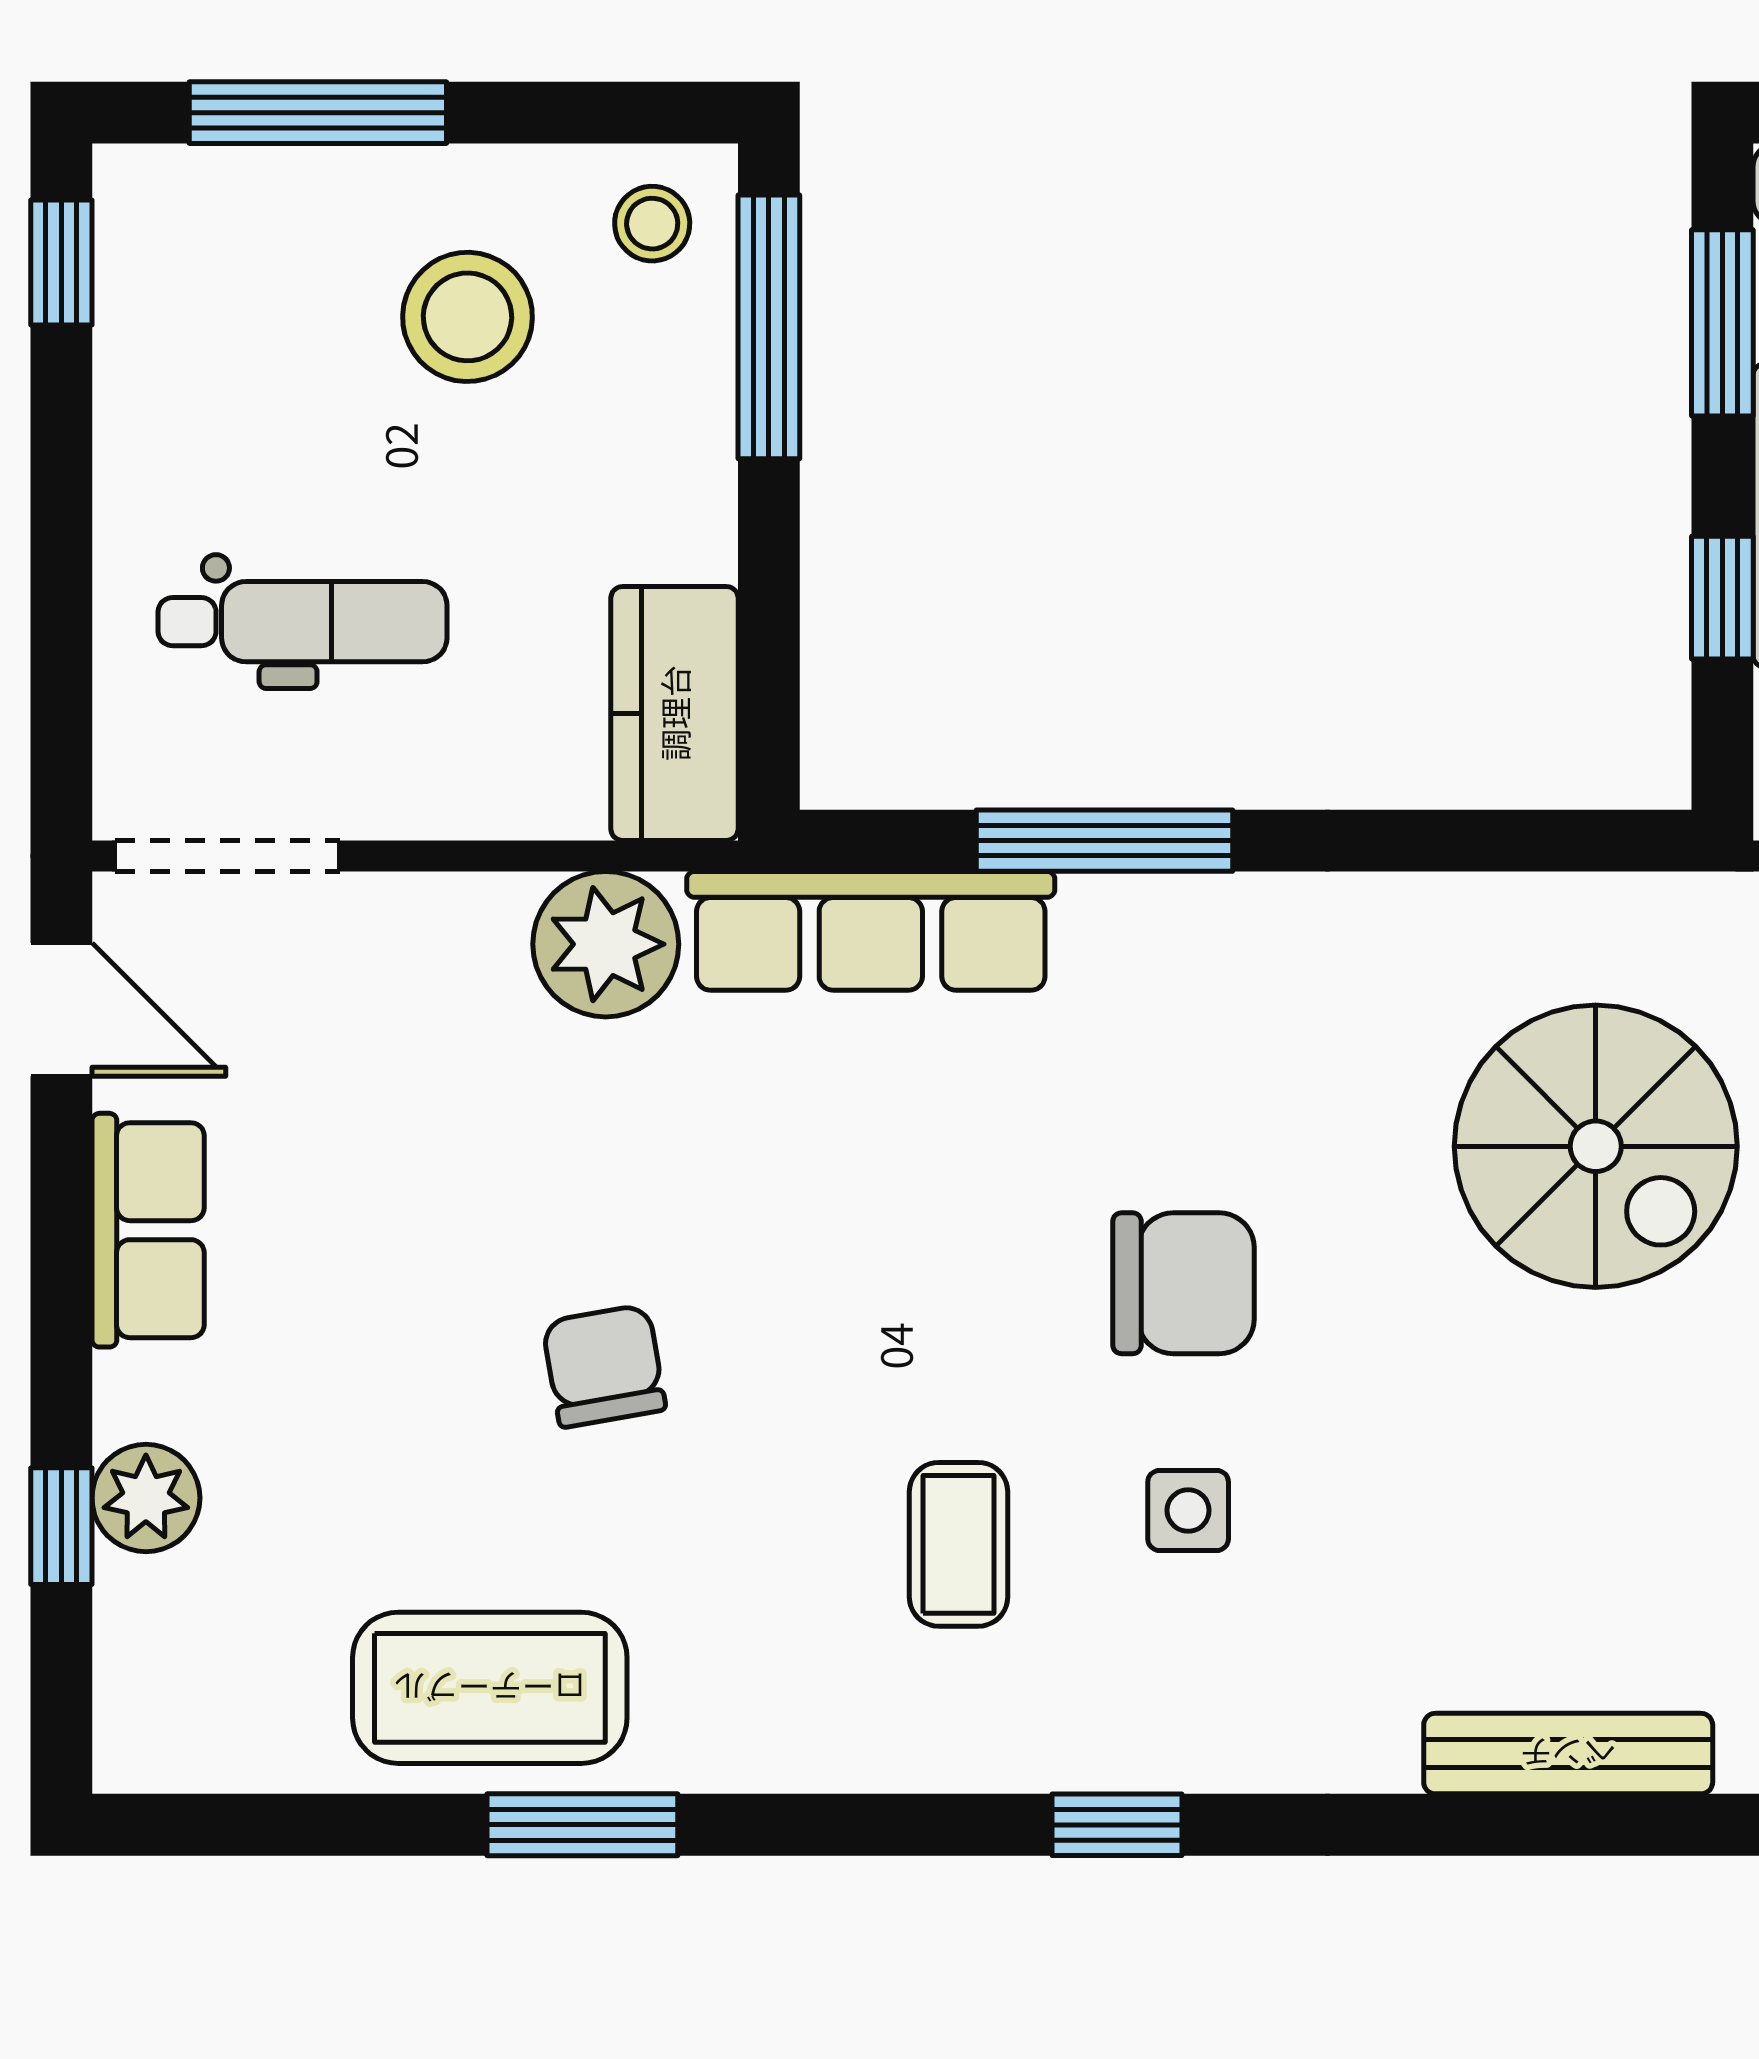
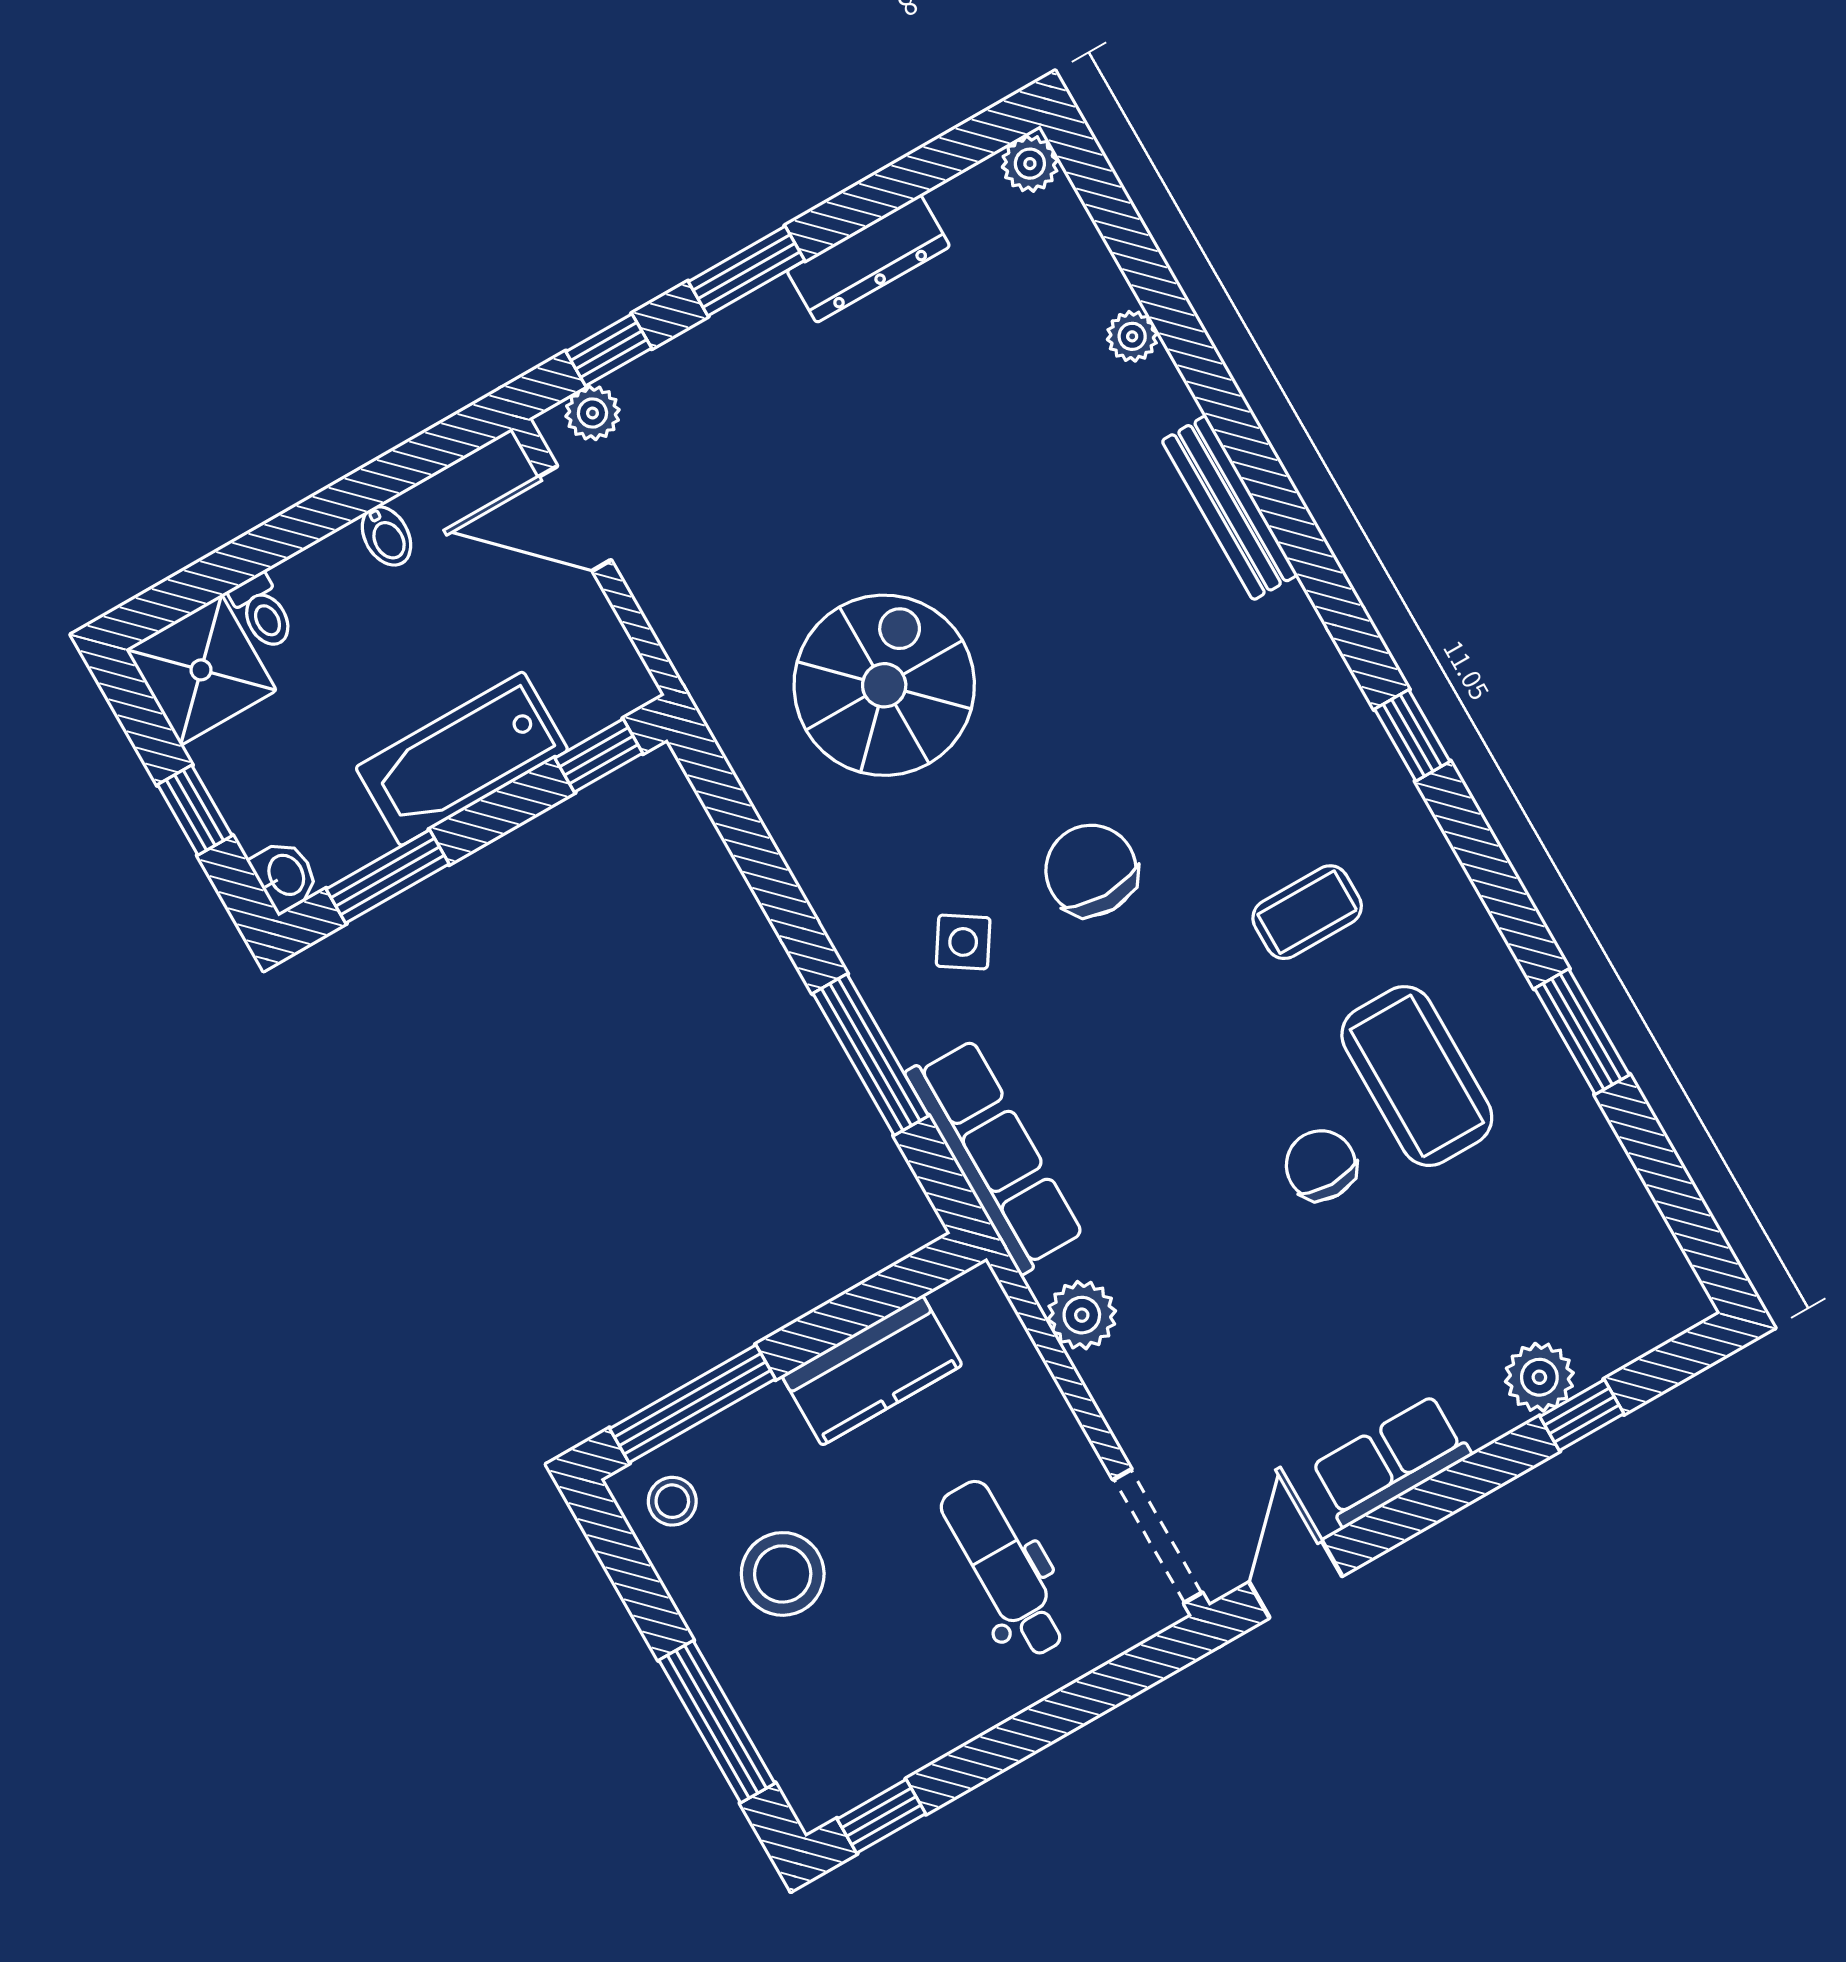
window: (1722, 598) -> (599, 756), moved
kitchen counter: (674, 713) -> (872, 1370), moved
plant: (606, 944) -> (1082, 1315), width x0.73, depth x0.73
chair: (604, 1366) -> (1321, 1165), turned 100
side table: (1188, 1510) -> (963, 942), moved, turned 33
coffee table: (490, 1688) -> (1417, 1076), moved

